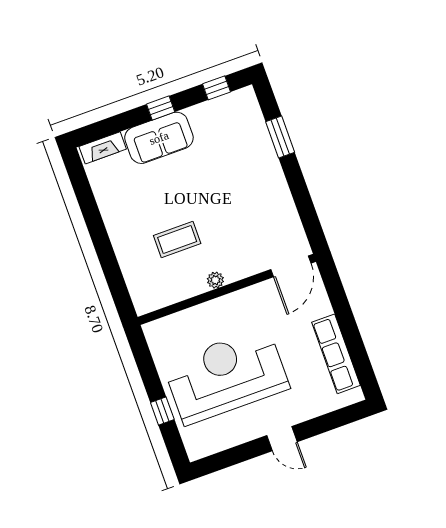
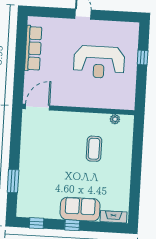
coffee table: (177, 240) -> (94, 149), turned 90
plant: (215, 280) -> (115, 119), moved
reception desk: (226, 376) -> (99, 62), width x0.74, depth x0.77

